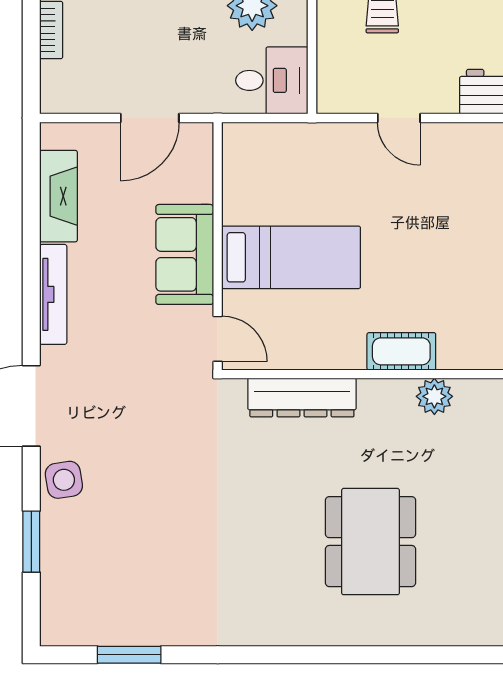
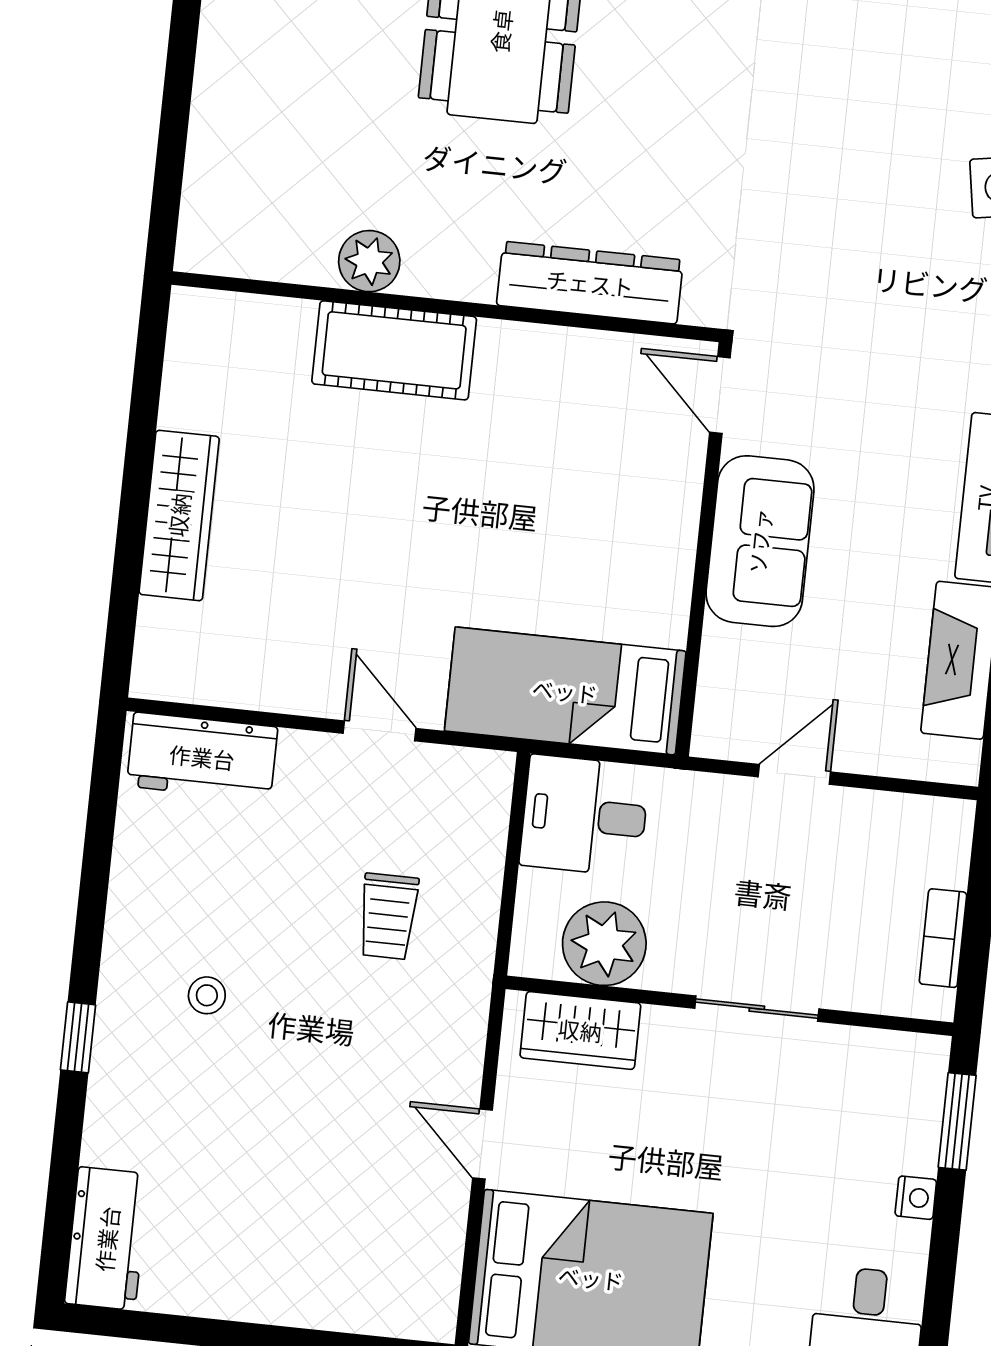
door: (150, 118) -> (794, 774), width x0.73
bed: (291, 257) -> (565, 691), moved
cot: (401, 351) -> (394, 350), width x1.37, depth x1.34

